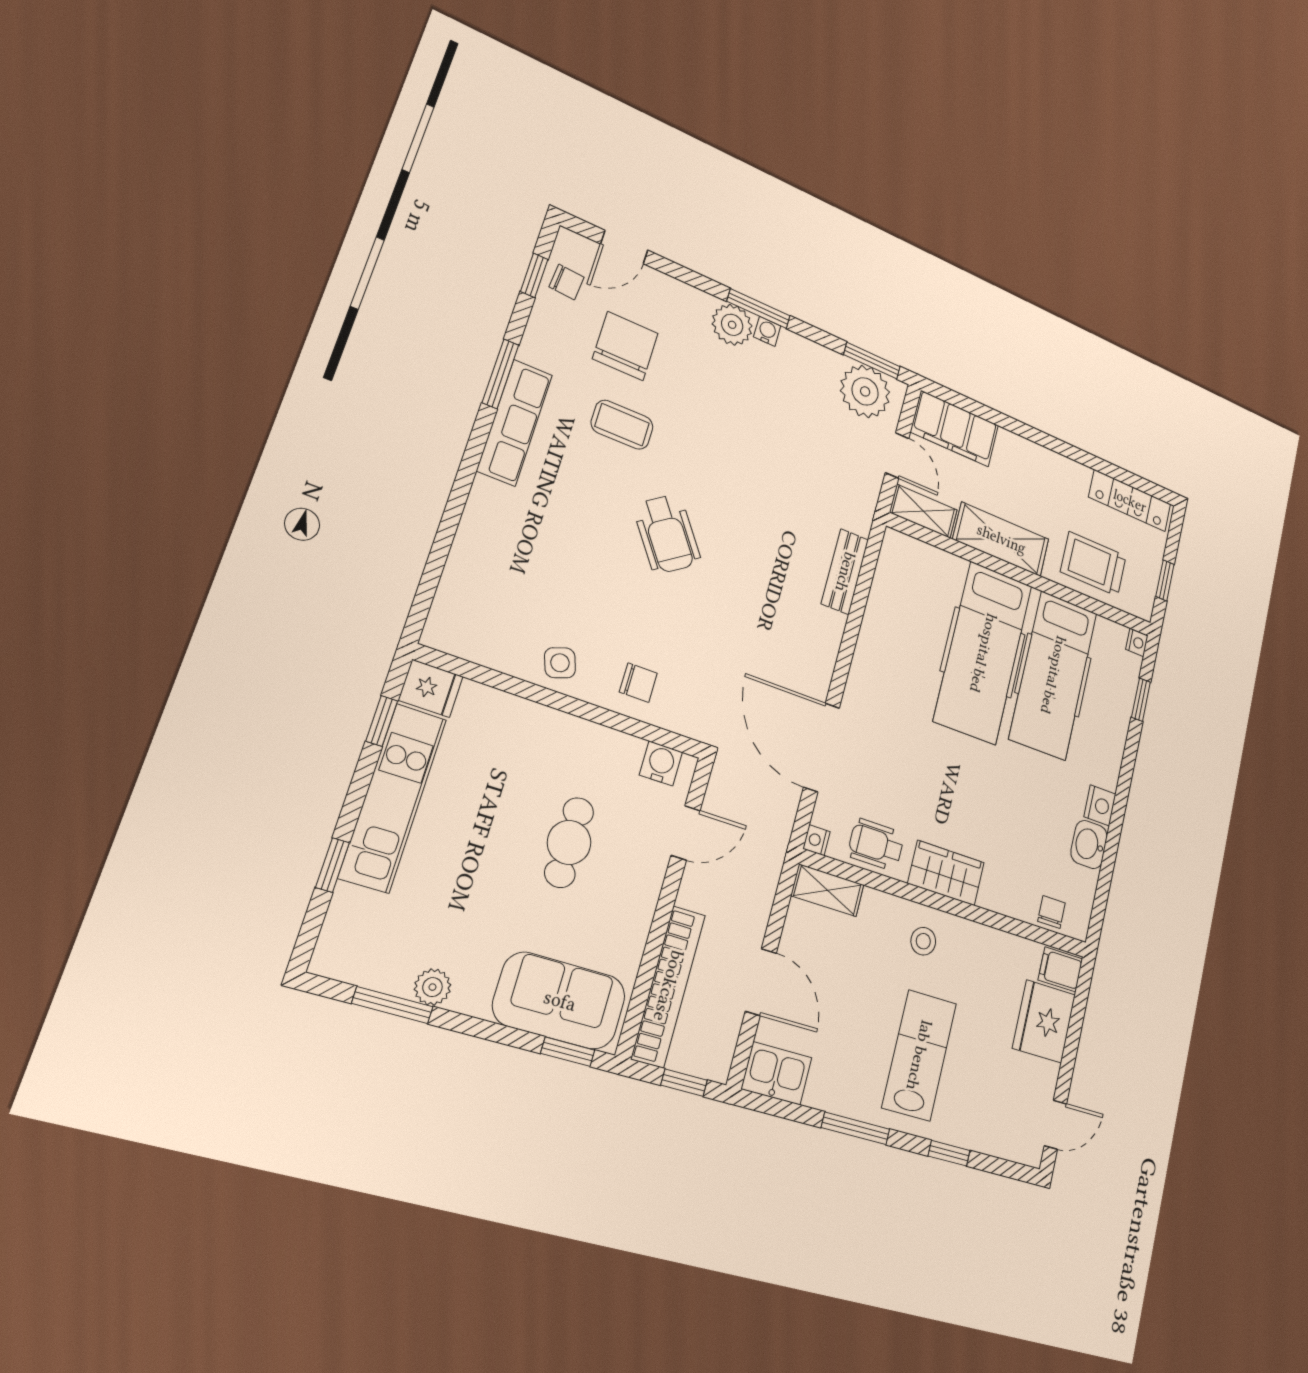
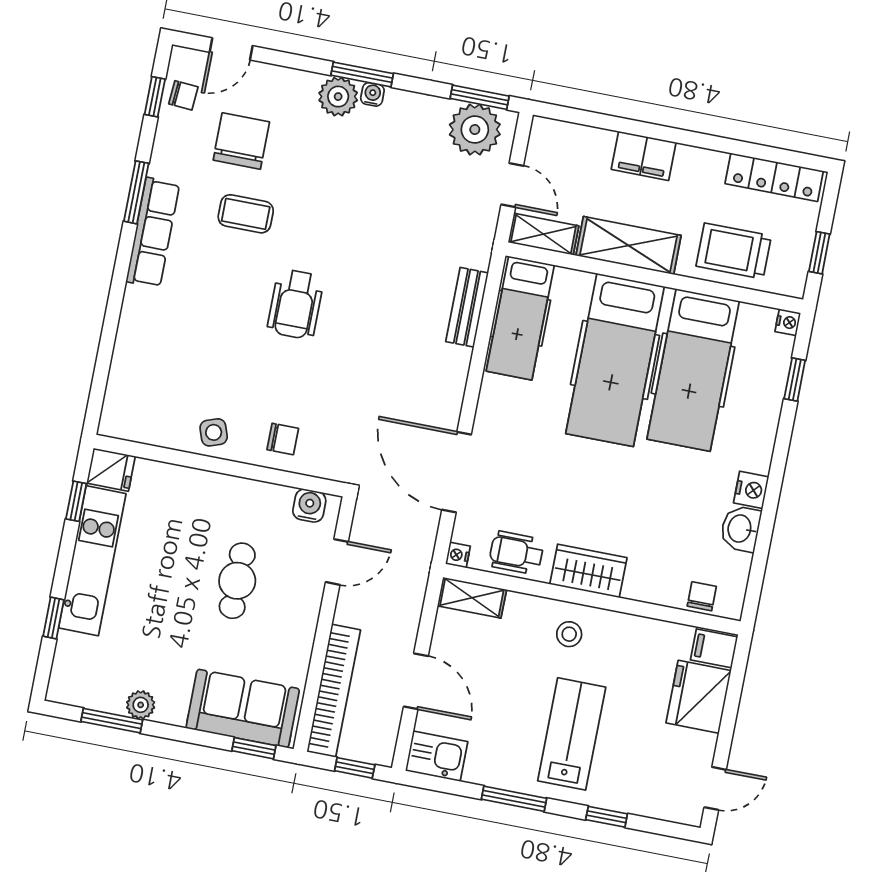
filing cabinet: (955, 429) -> (644, 156), moved, width x0.67, depth x0.86
wheelchair: (667, 534) -> (296, 304), turned 35
hospital bed: (896, 593) -> (520, 318), added

